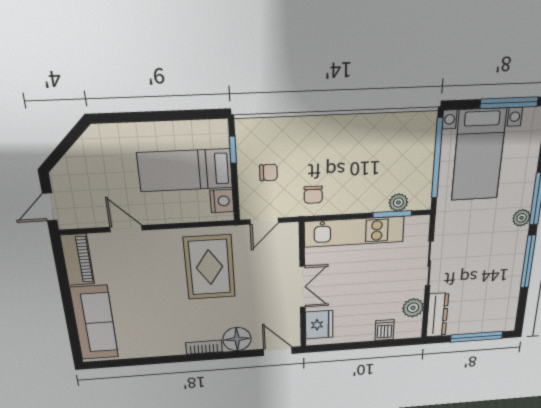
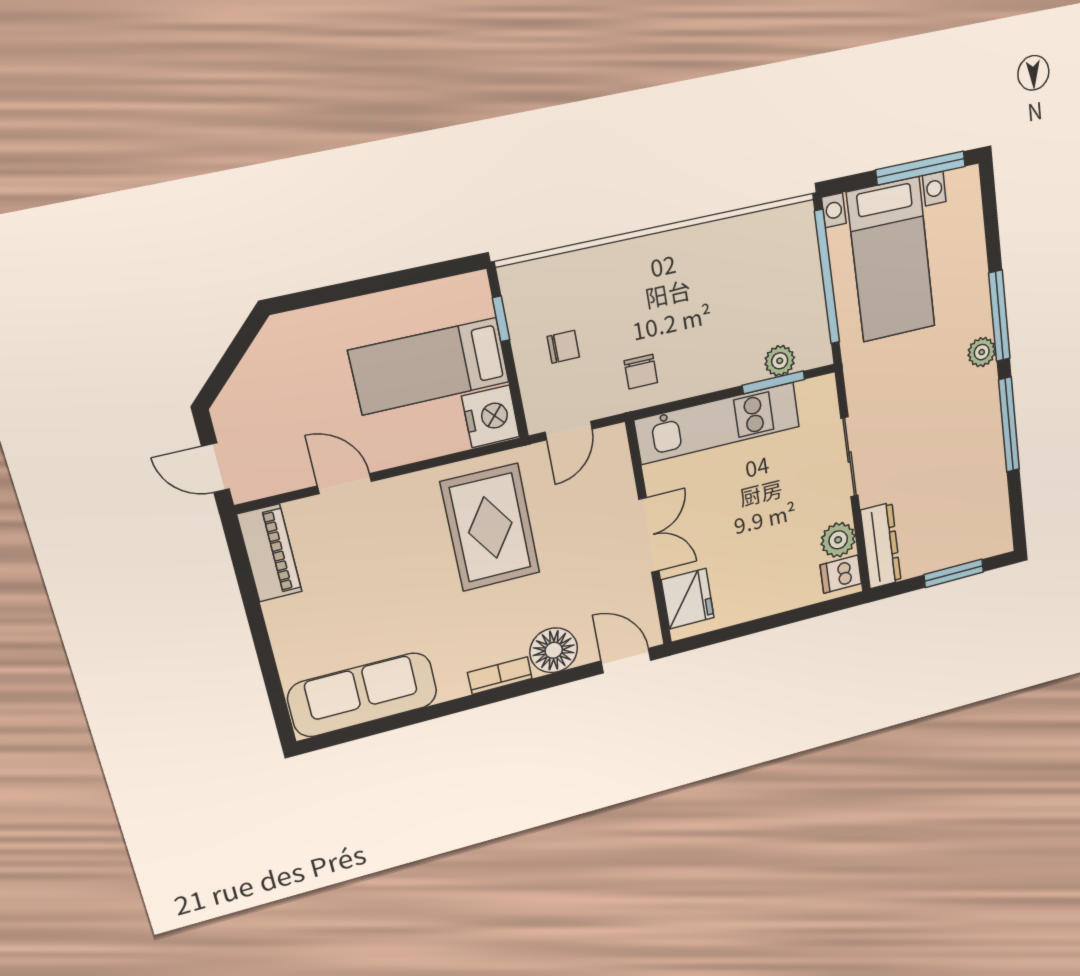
nightstand: (222, 201) -> (491, 416), width x1.36, depth x1.33
door: (50, 207) -> (215, 468), hinge flipped
sofa: (94, 323) -> (363, 695), moved, turned -90
dishwasher: (385, 330) -> (841, 574), moved, turned -90
window: (477, 337) -> (954, 573), width x0.69

